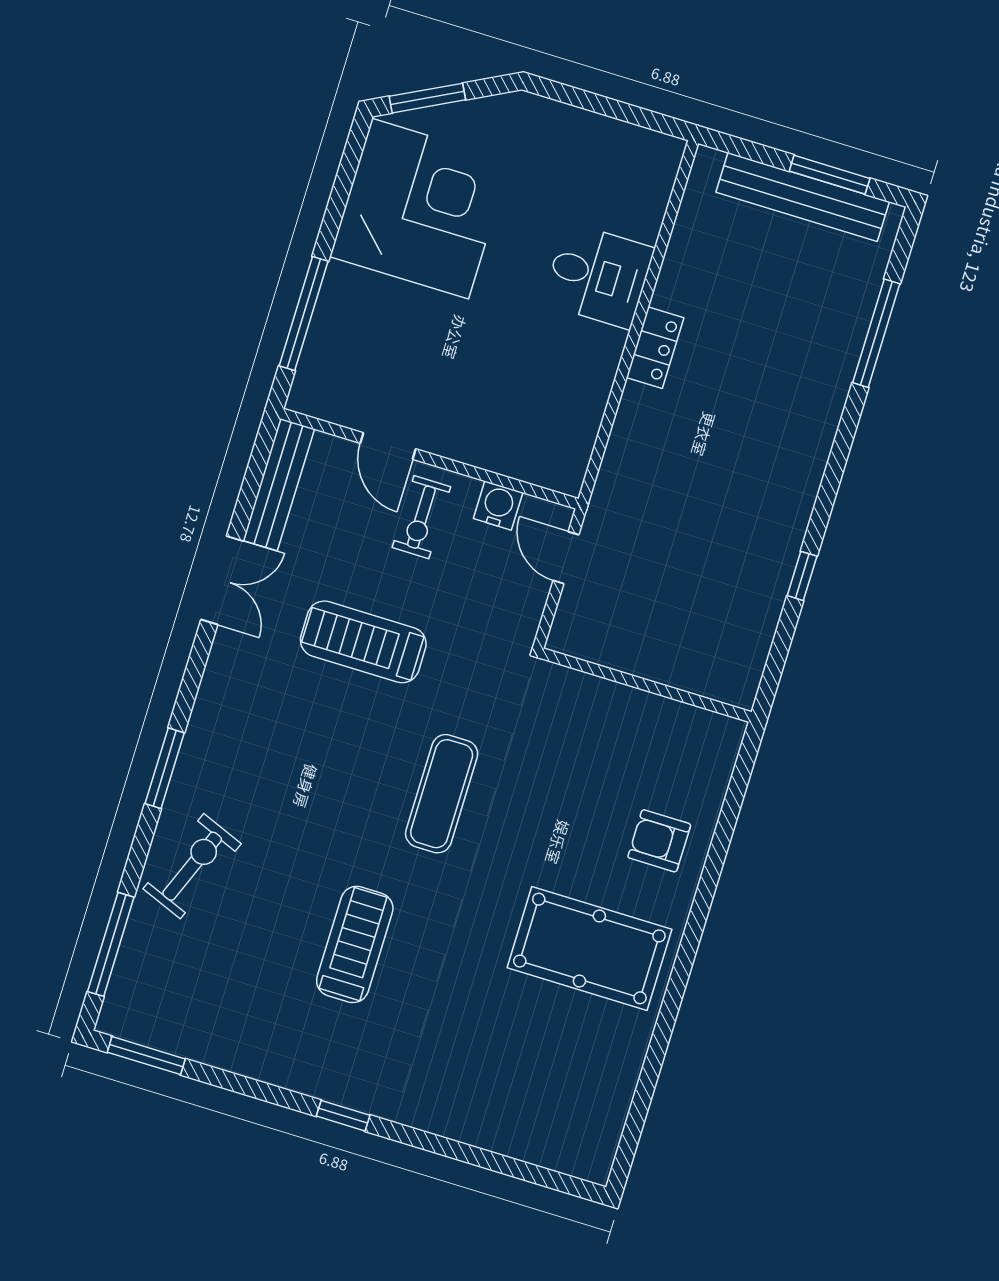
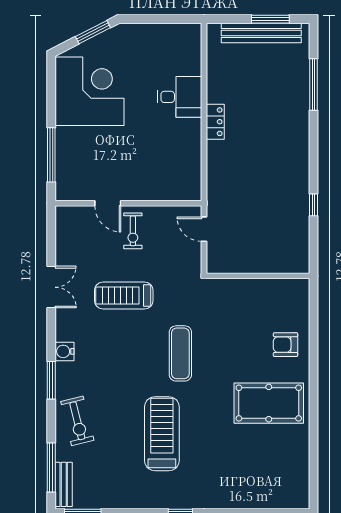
window: (427, 98) -> (93, 32), moved
bench: (279, 485) -> (64, 484), moved, width x0.73
water cooler: (498, 506) -> (65, 351), moved, turned -90
exercise bike: (192, 866) -> (77, 421), turned 144
treadmill: (355, 944) -> (162, 434), width x1.37, depth x1.38

